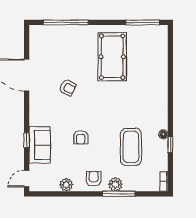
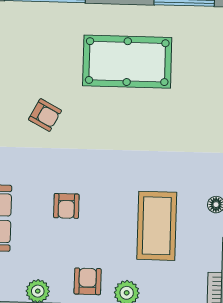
pool table: (112, 57) -> (127, 62), turned 90

